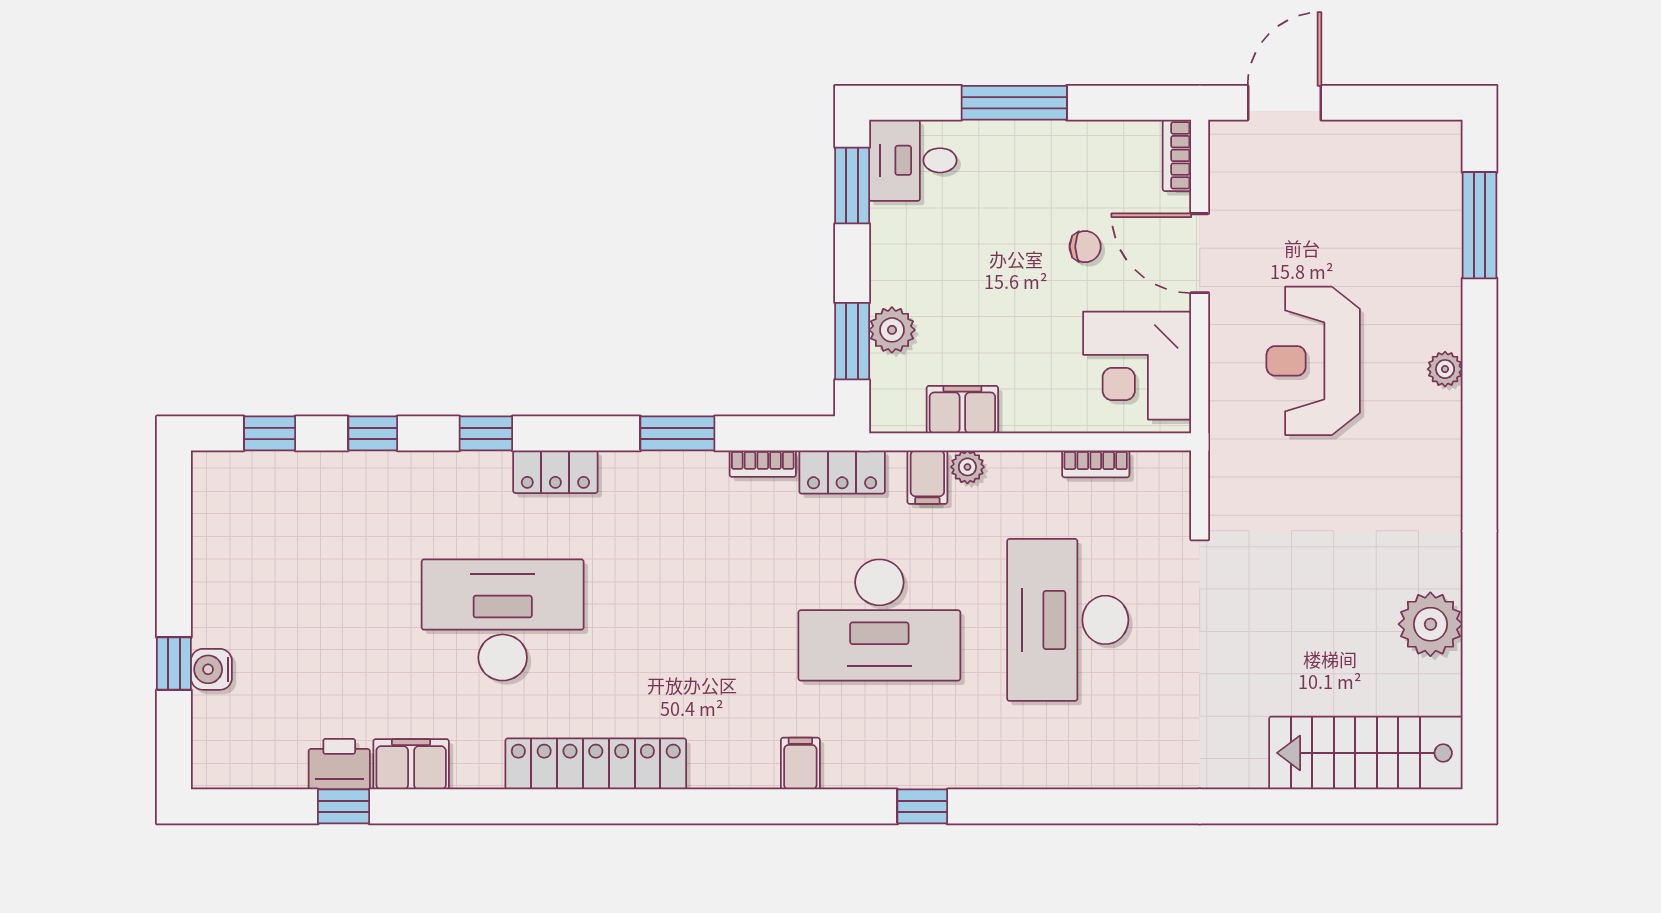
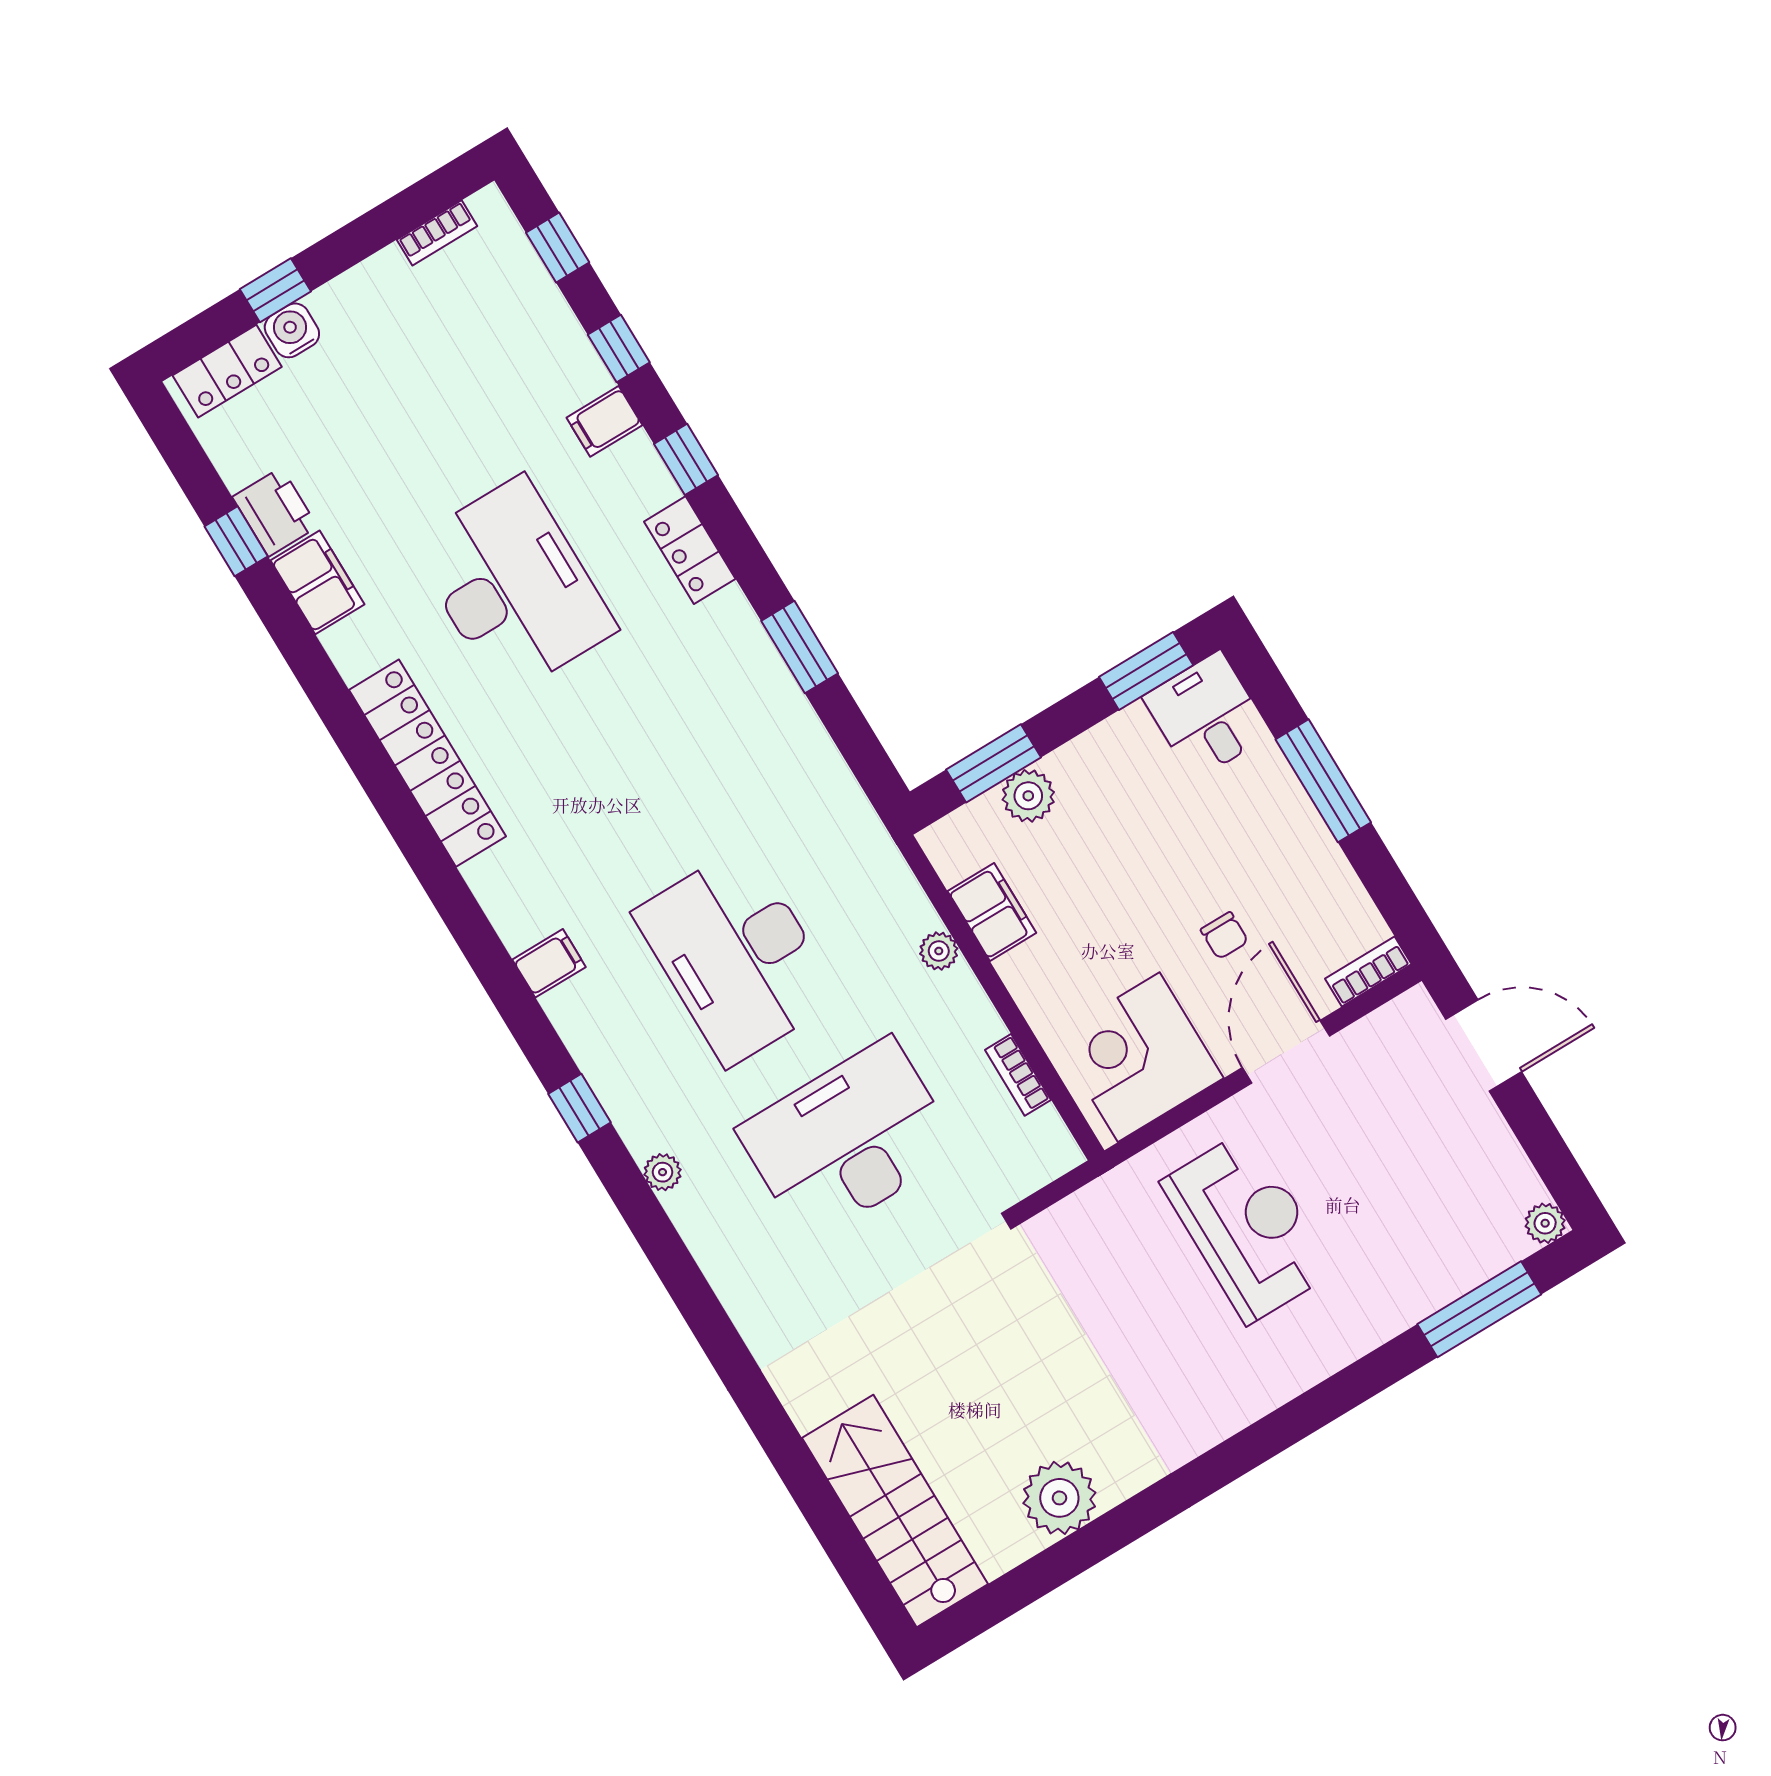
reception desk: (1313, 361) -> (1248, 1227), turned 90
plant: (1445, 369) -> (1545, 1223), moved
bookcase: (763, 464) -> (437, 233), moved, turned -90
locker: (842, 472) -> (227, 371), moved, turned -90
filing cabinet: (927, 477) -> (604, 421), moved
plant: (1008, 773) -> (663, 1172), added

